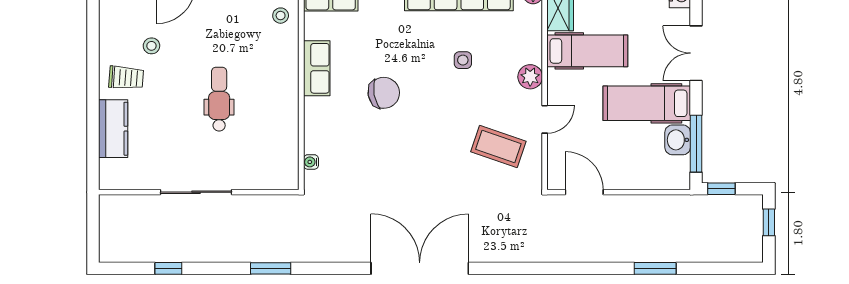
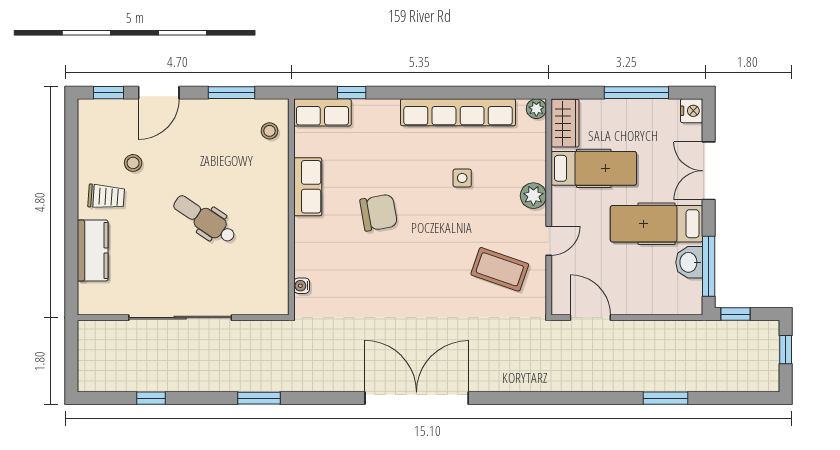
dental chair: (219, 99) -> (205, 219), turned -56
sliding door: (196, 192) -> (180, 318), width x1.36

